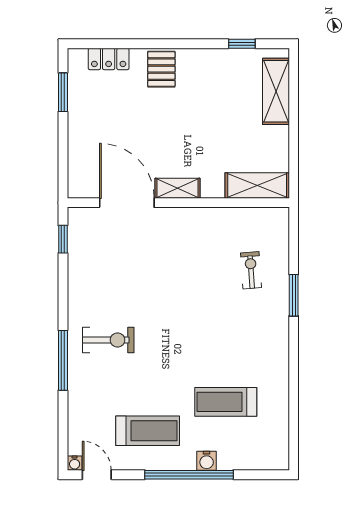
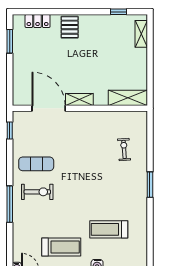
shelving: (276, 91) -> (141, 34), width x0.67, depth x0.75
exercise mat: (106, 294) -> (36, 164), added
window: (294, 295) -> (150, 185), moved

